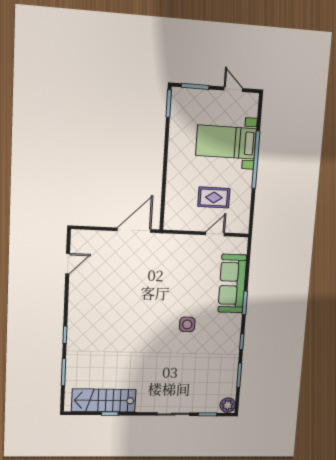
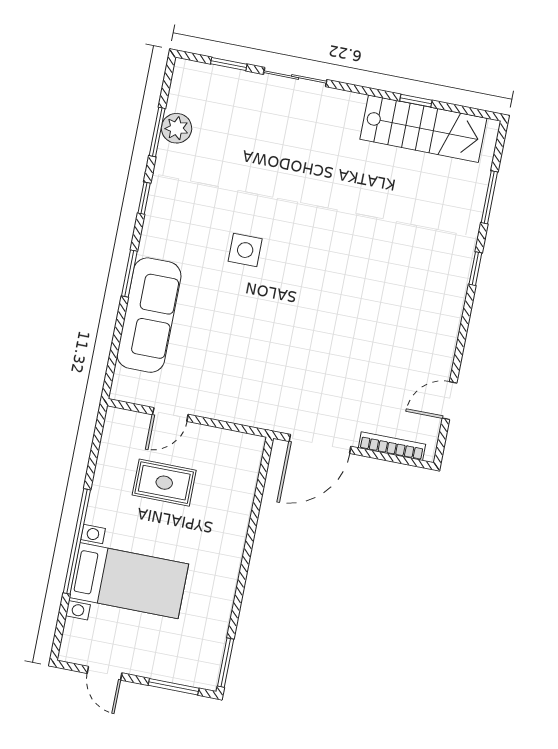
bookcase: (95, 235) -> (392, 446), added
plant: (228, 405) -> (177, 128), moved

